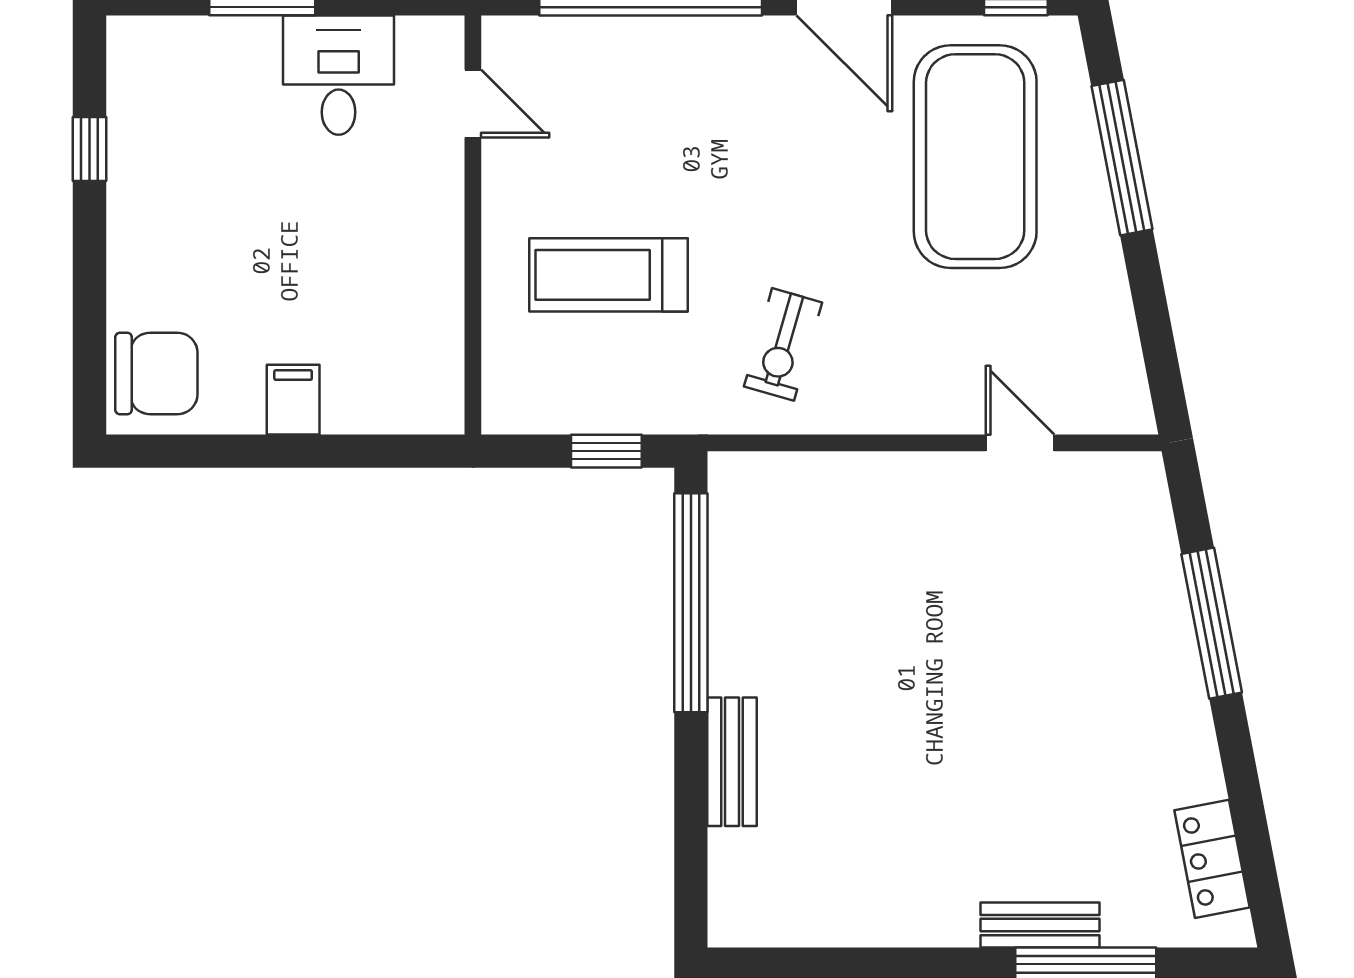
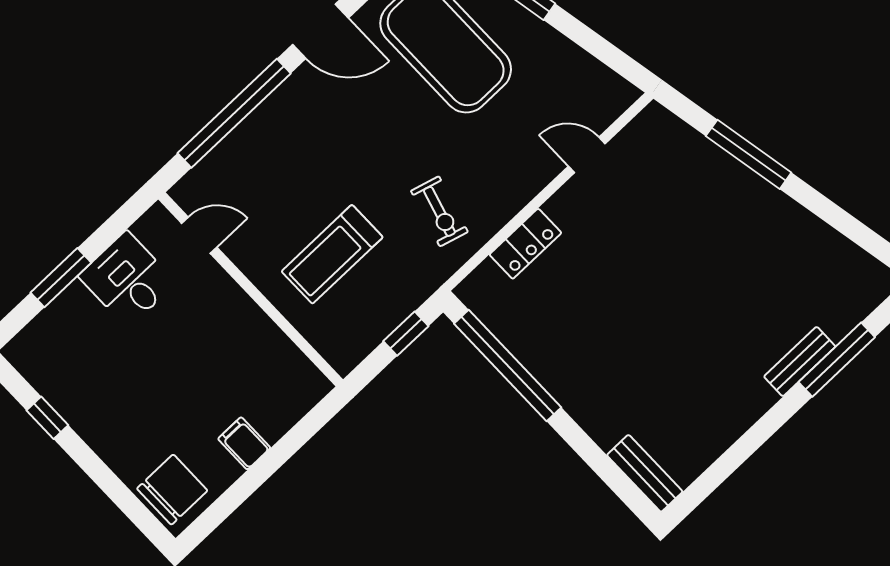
bench: (732, 762) -> (645, 473), moved
locker: (1212, 859) -> (525, 244), moved, turned -79

